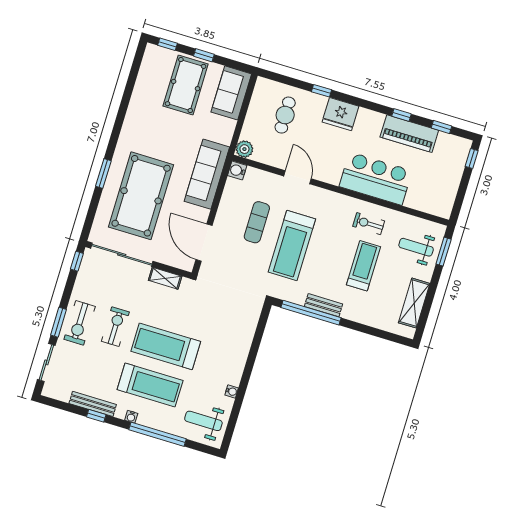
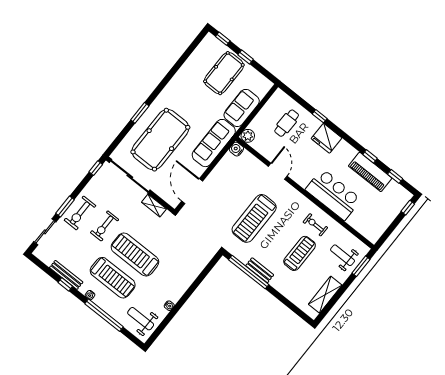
sofa: (231, 93) -> (242, 108), moved
exercise mat: (257, 222) -> (236, 192), removed
exercise bike: (115, 327) -> (105, 226), turned 180

